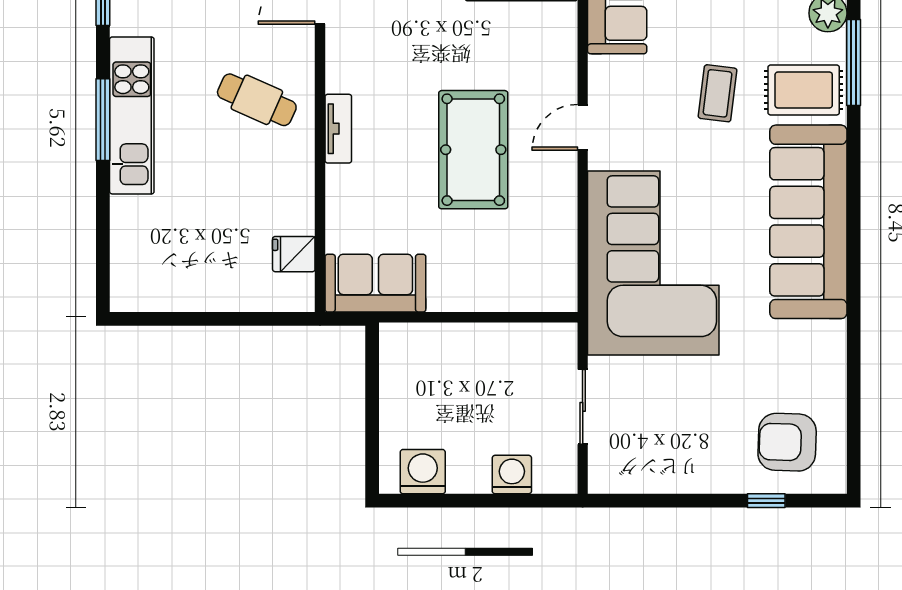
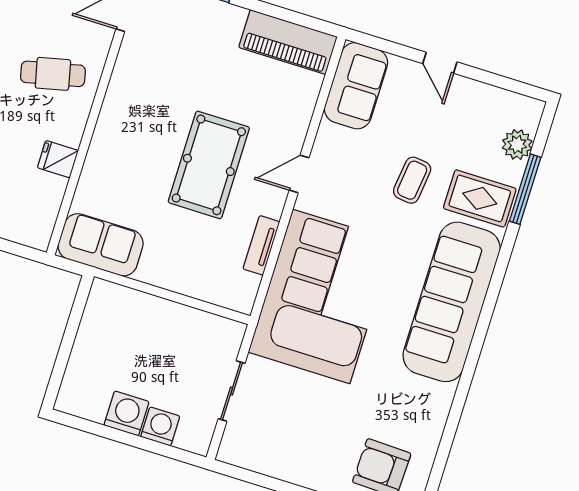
cafe table: (257, 100) -> (53, 74), turned -37
tv unit: (338, 129) -> (261, 245), moved, turned 180
fridge: (294, 254) -> (58, 159), moved
washing machine: (423, 472) -> (126, 413), moved

